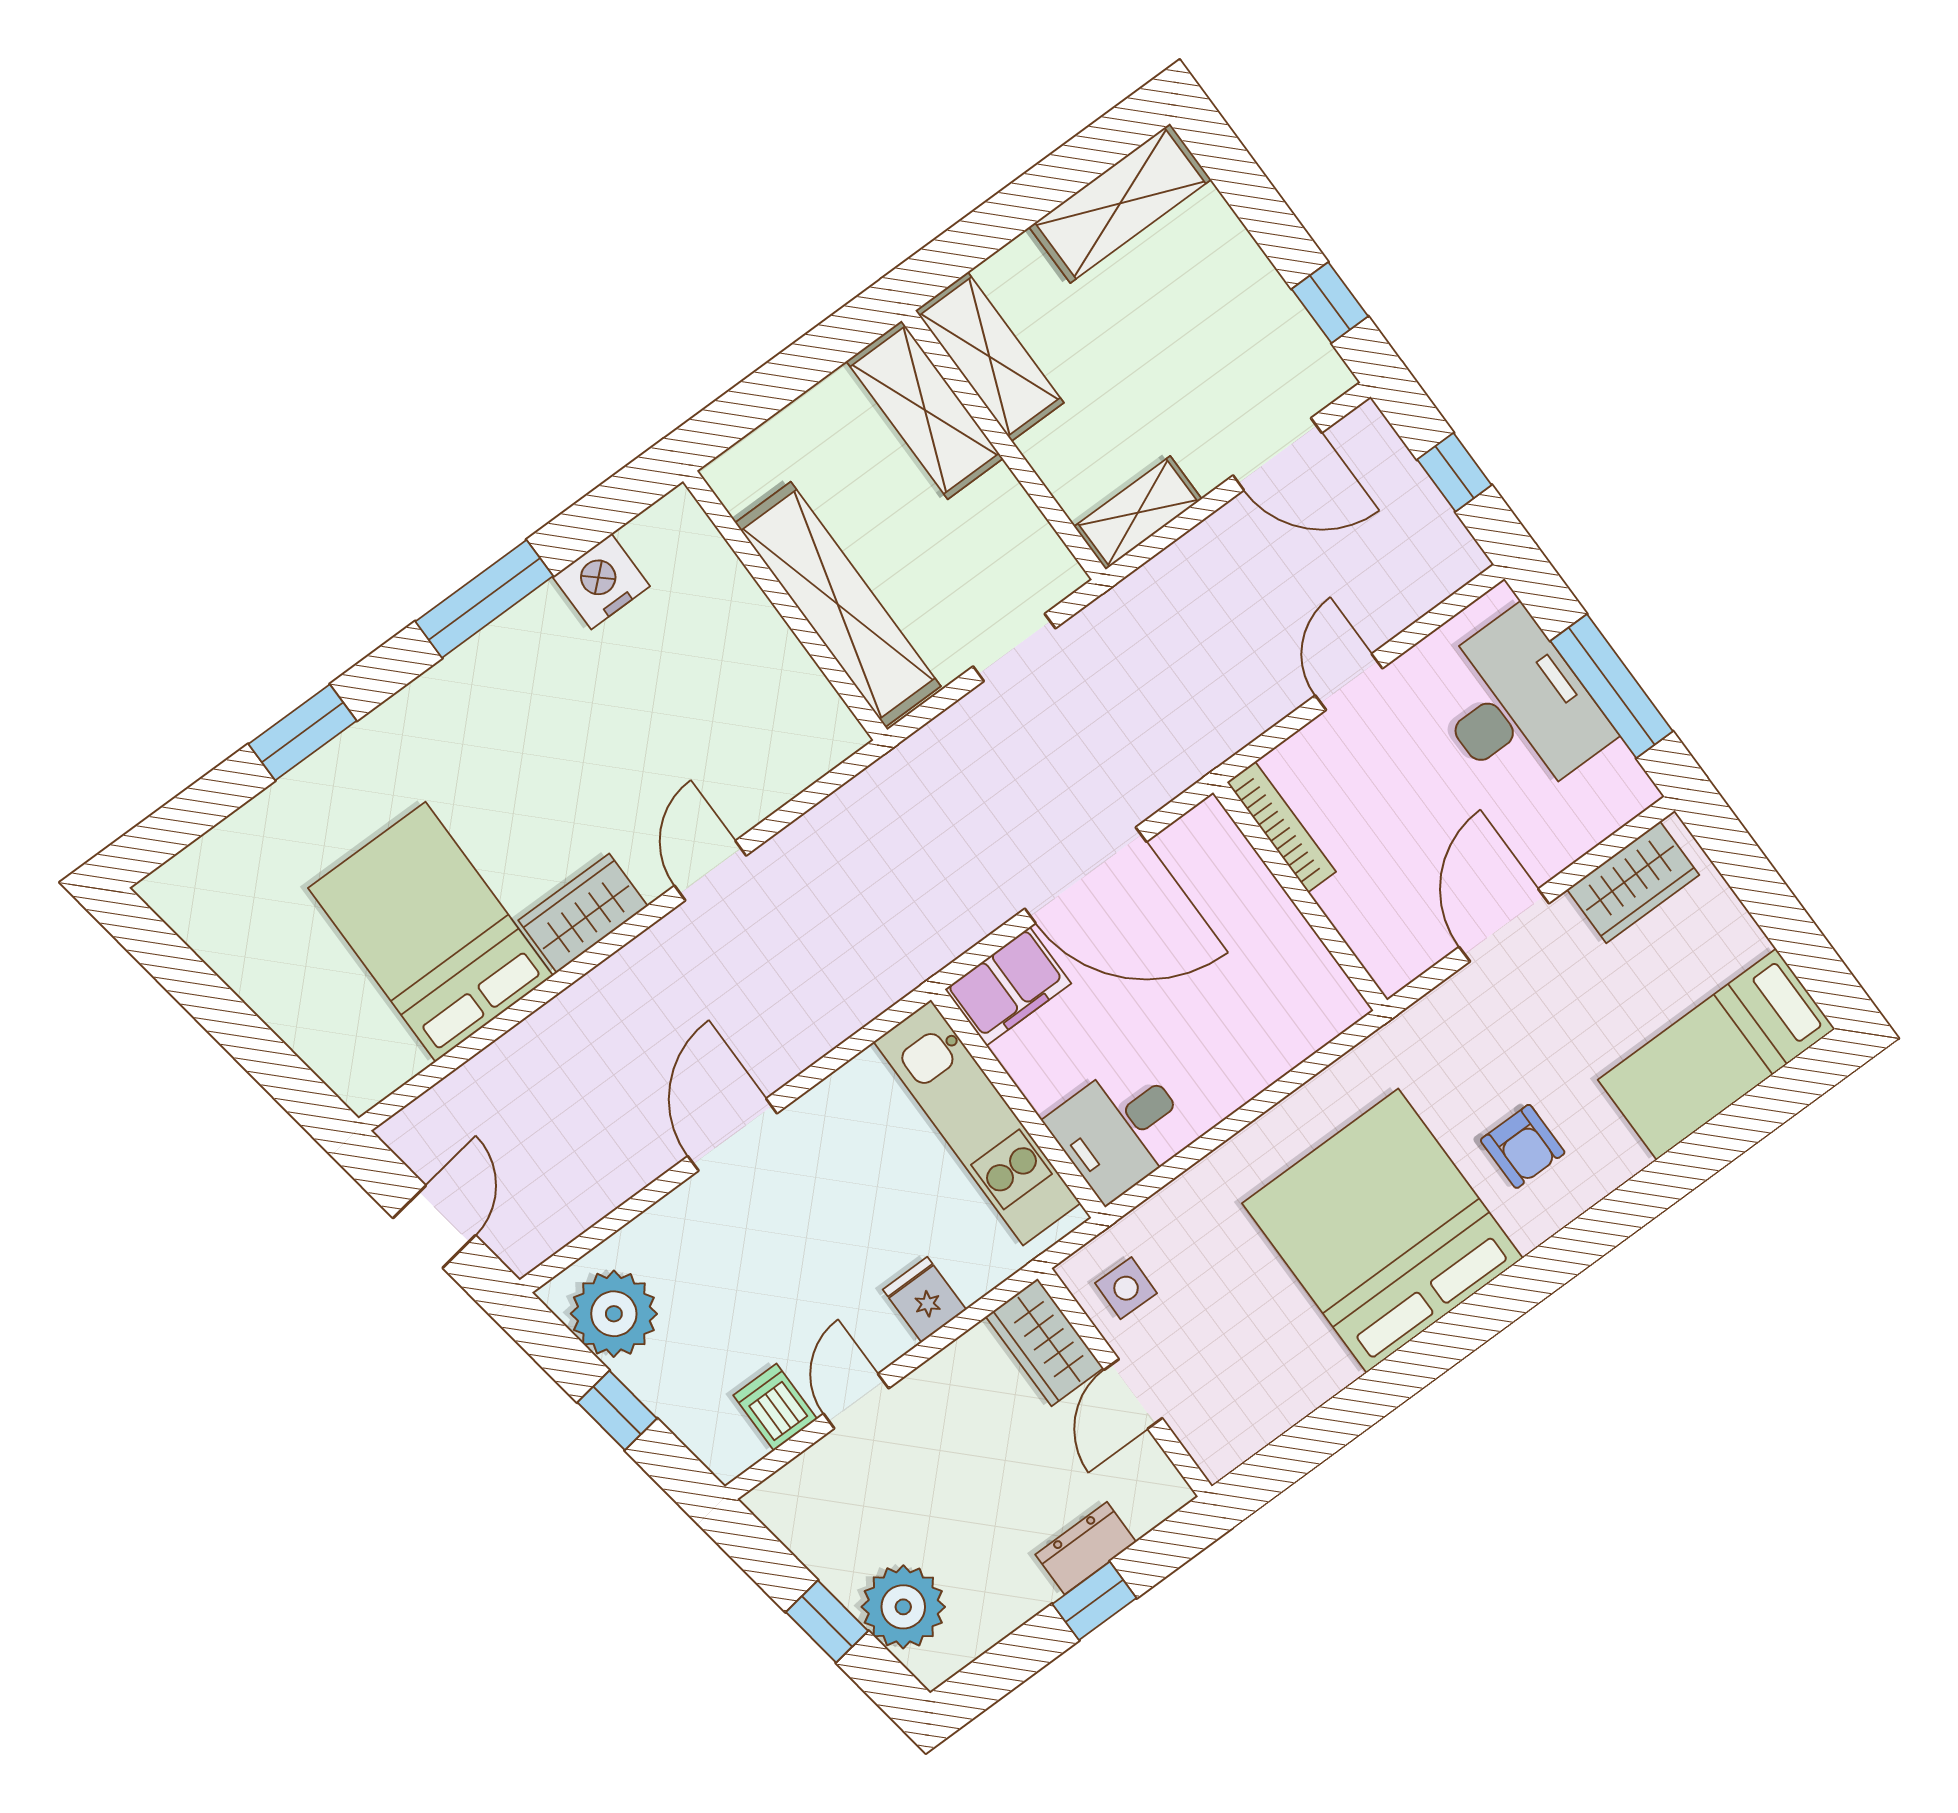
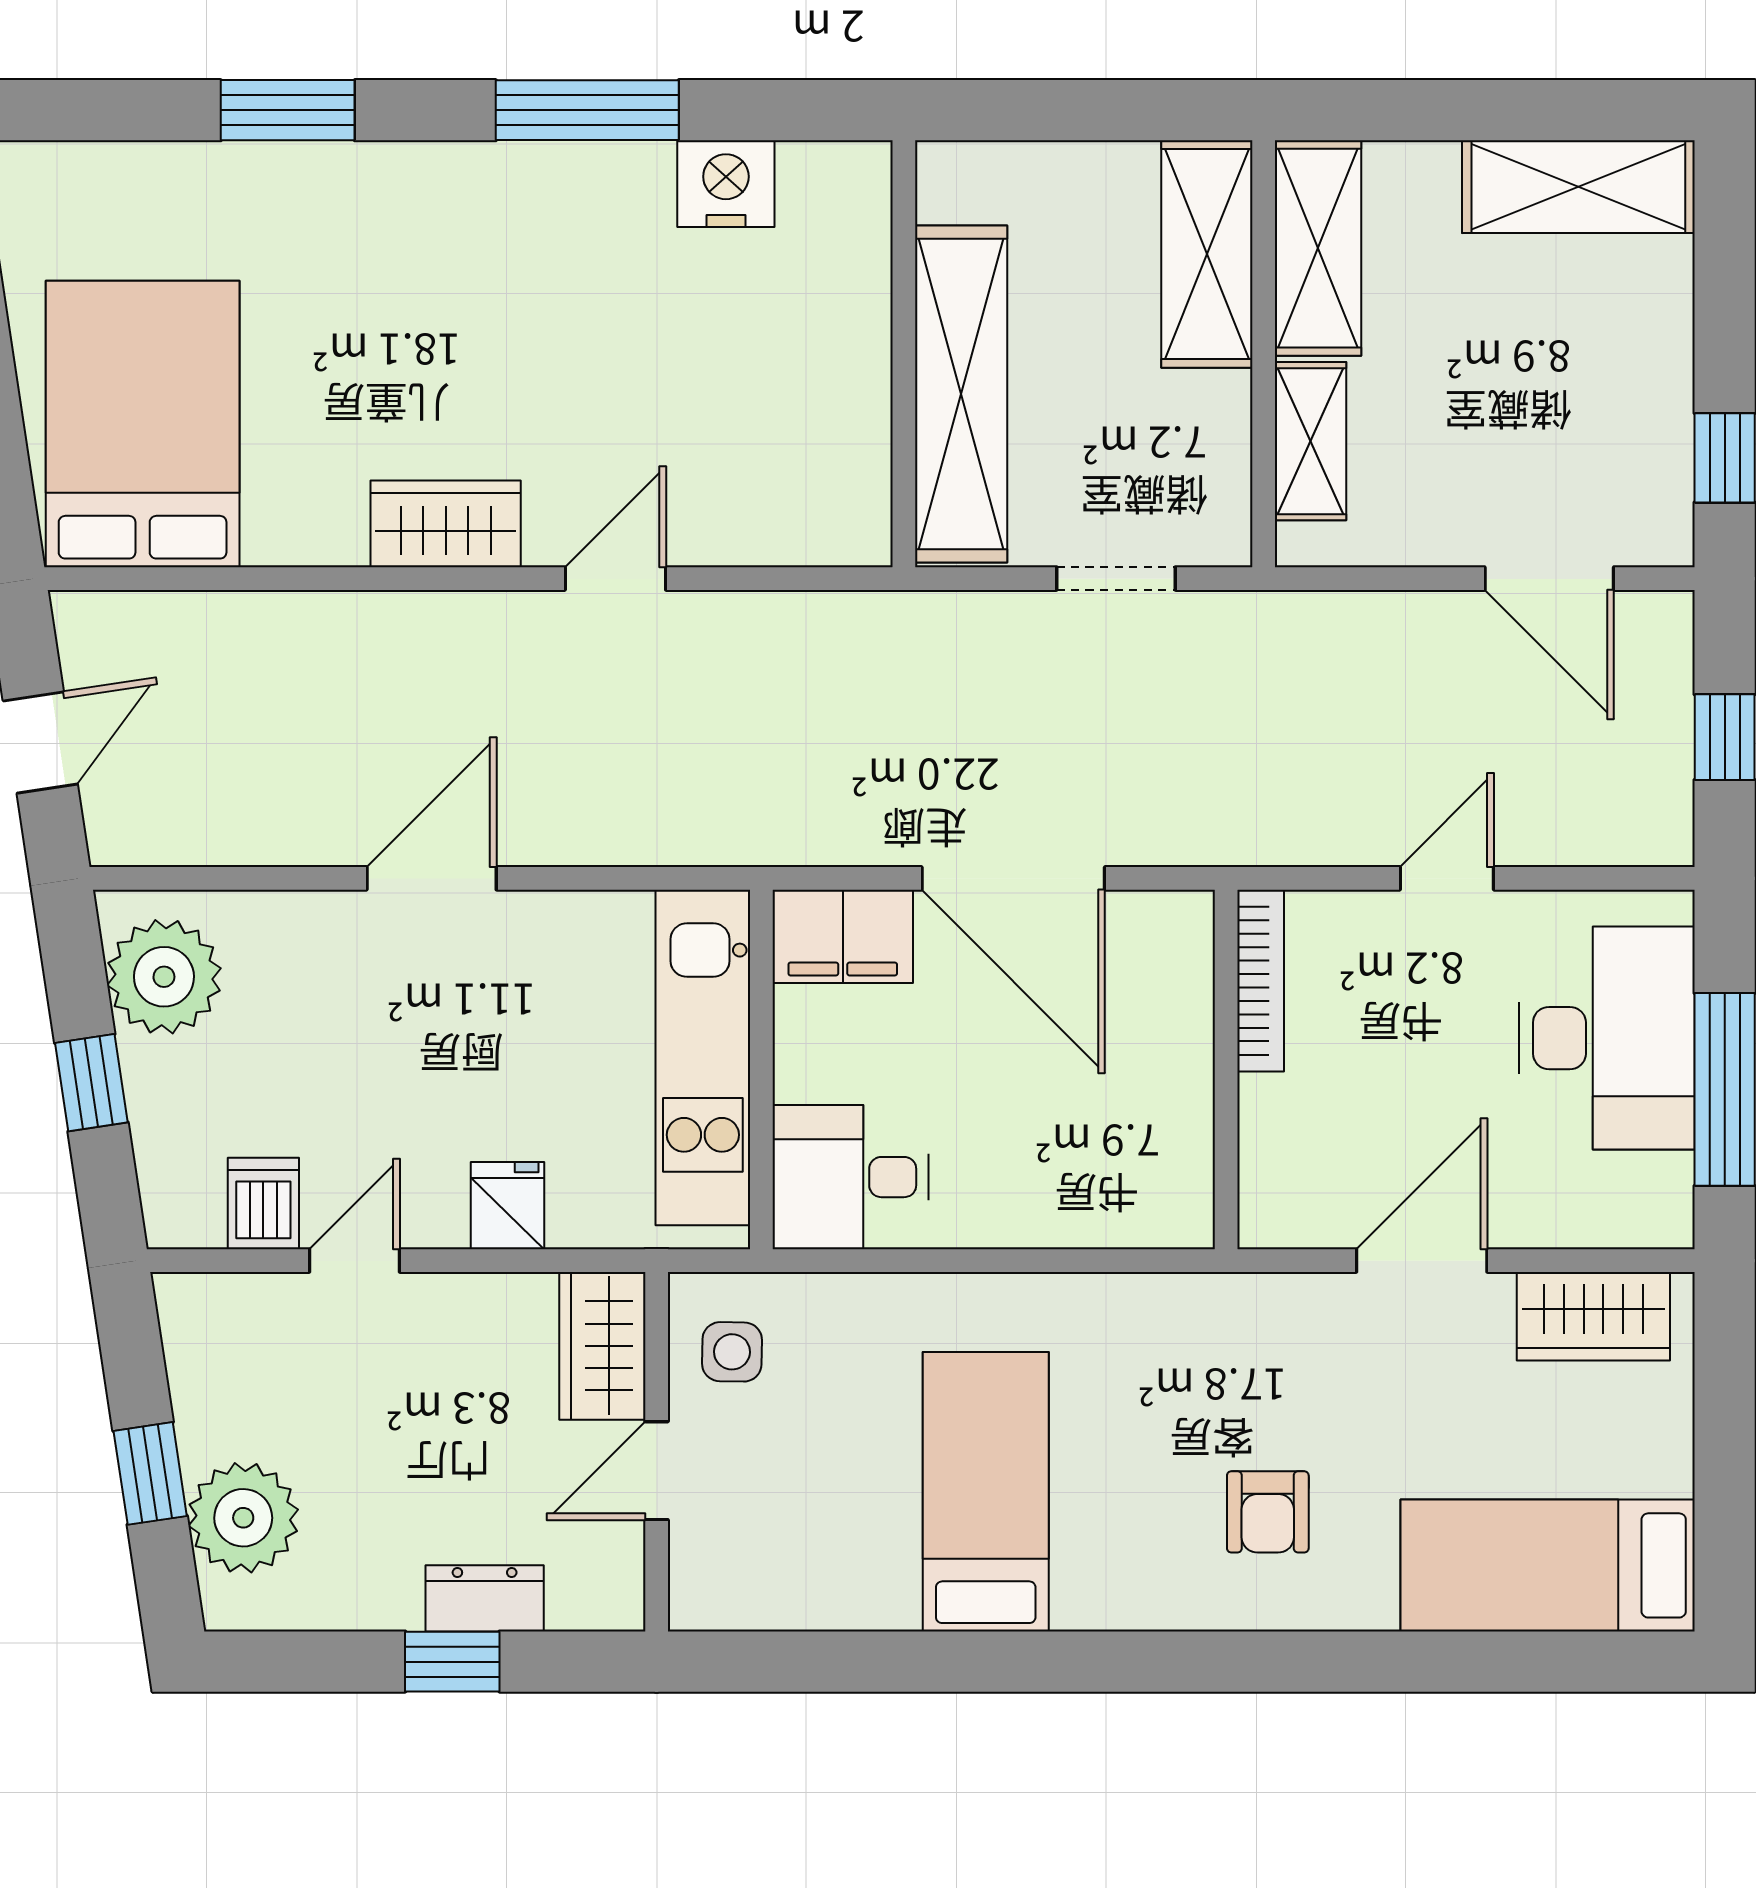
shelving: (1138, 513) -> (1310, 441), moved, turned 90
bed: (430, 932) -> (143, 424), moved
bed: (1382, 1231) -> (986, 1492), width x0.49

